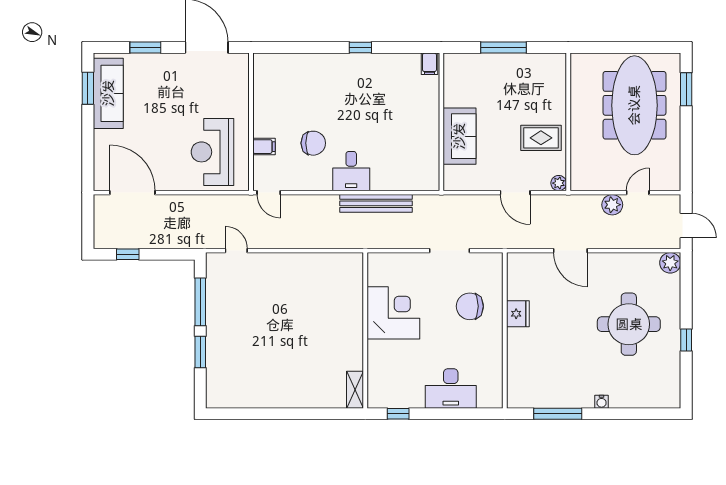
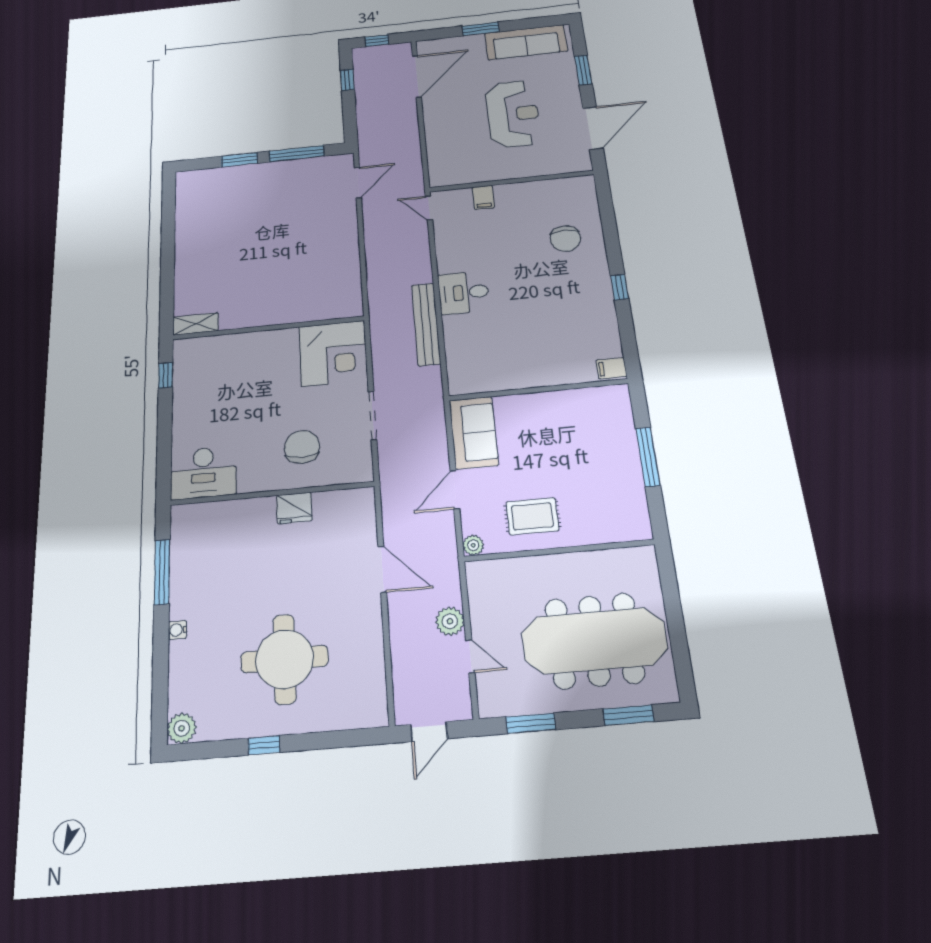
window: (88, 88) -> (481, 29), moved
sofa: (459, 136) -> (474, 433), moved, turned -90
rug: (541, 138) -> (532, 516), turned 90
chair: (313, 143) -> (565, 239), moved
reception desk: (212, 152) -> (513, 114), moved, turned 90
window: (686, 156) -> (531, 723), added
door: (269, 193) -> (429, 208), hinge flipped
window: (88, 225) -> (377, 41), added
door: (236, 251) -> (358, 183), width x1.38
door: (570, 251) -> (382, 569), swing flipped
plant: (670, 263) -> (182, 728), moved
corner desk: (393, 313) -> (333, 353), moved
desk: (451, 388) -> (203, 473), moved, turned -90

